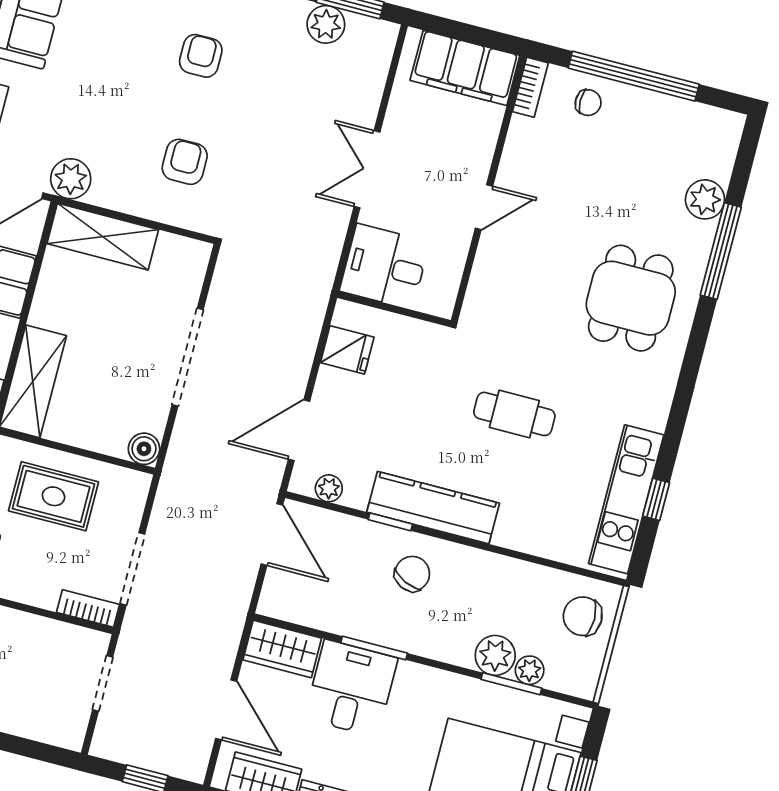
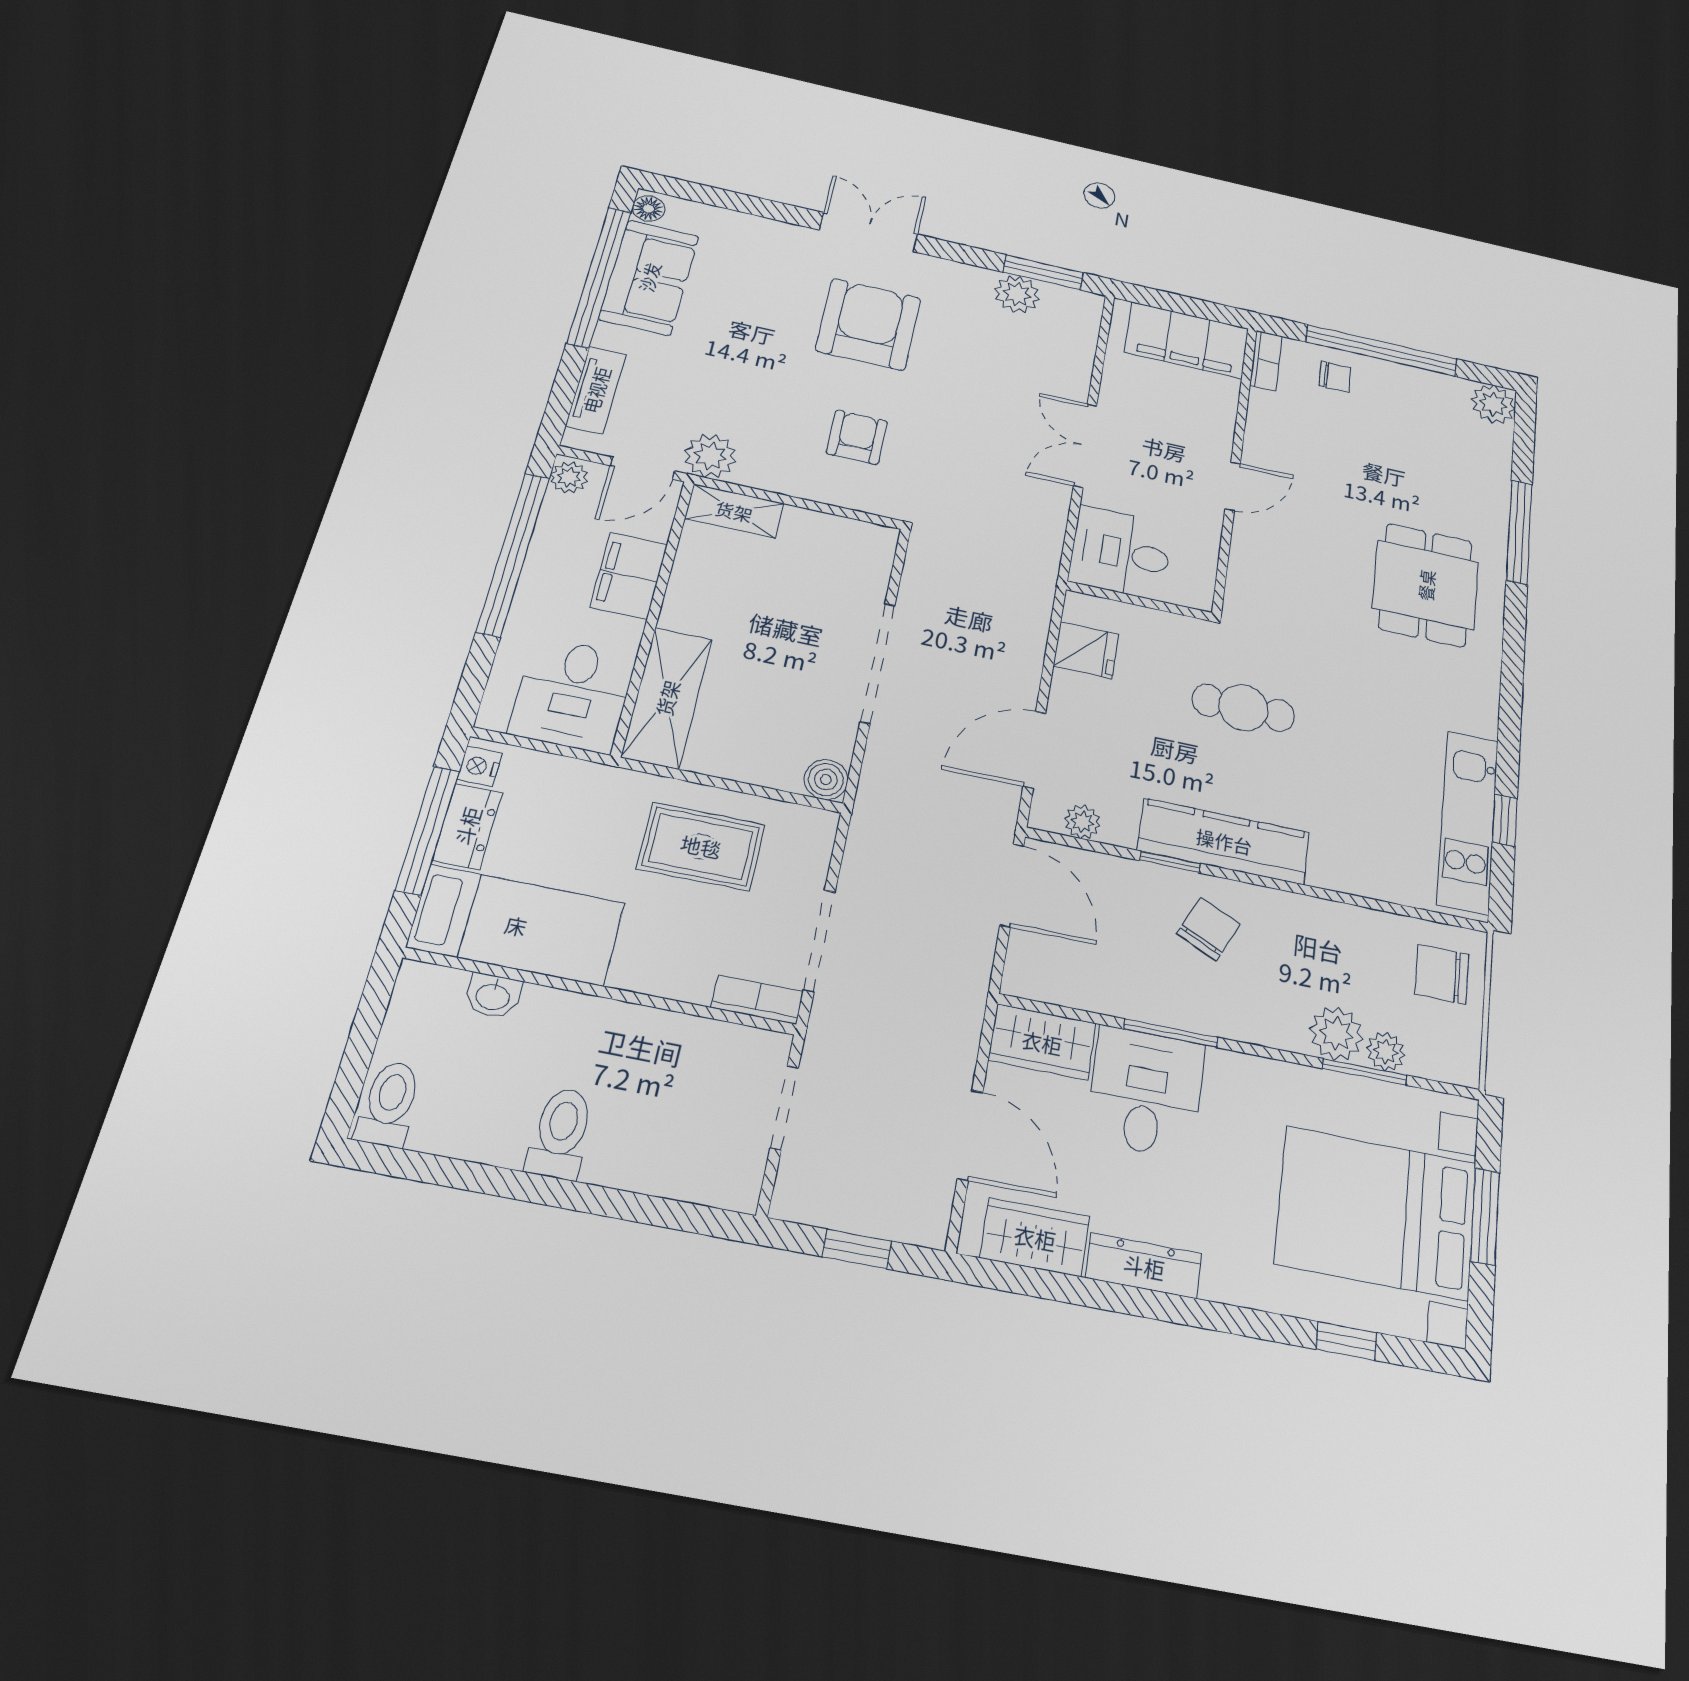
armchair: (201, 56) -> (868, 324), width x1.88, depth x1.88
plant: (705, 199) -> (1493, 404), moved
shelving: (103, 237) -> (734, 511), width x0.67, depth x0.75
cafe table: (514, 414) -> (1243, 708), moved

